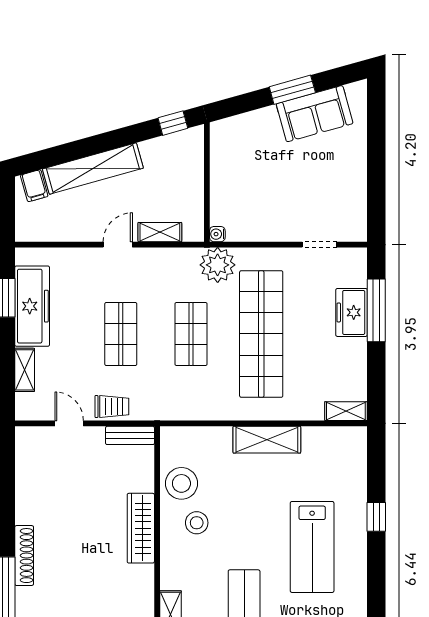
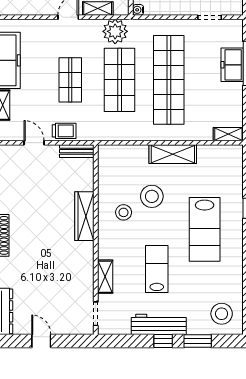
plant: (218, 265) -> (115, 31), moved
shop shelf: (191, 334) -> (120, 80), width x1.43, depth x1.36
stool: (181, 483) -> (152, 196), moved

